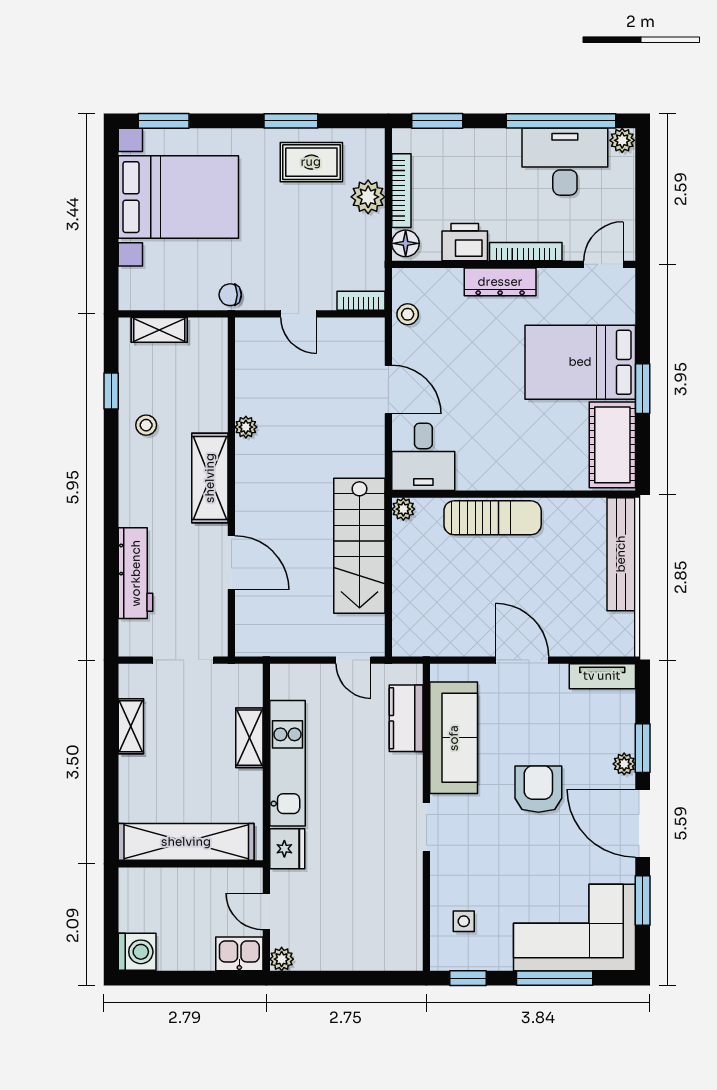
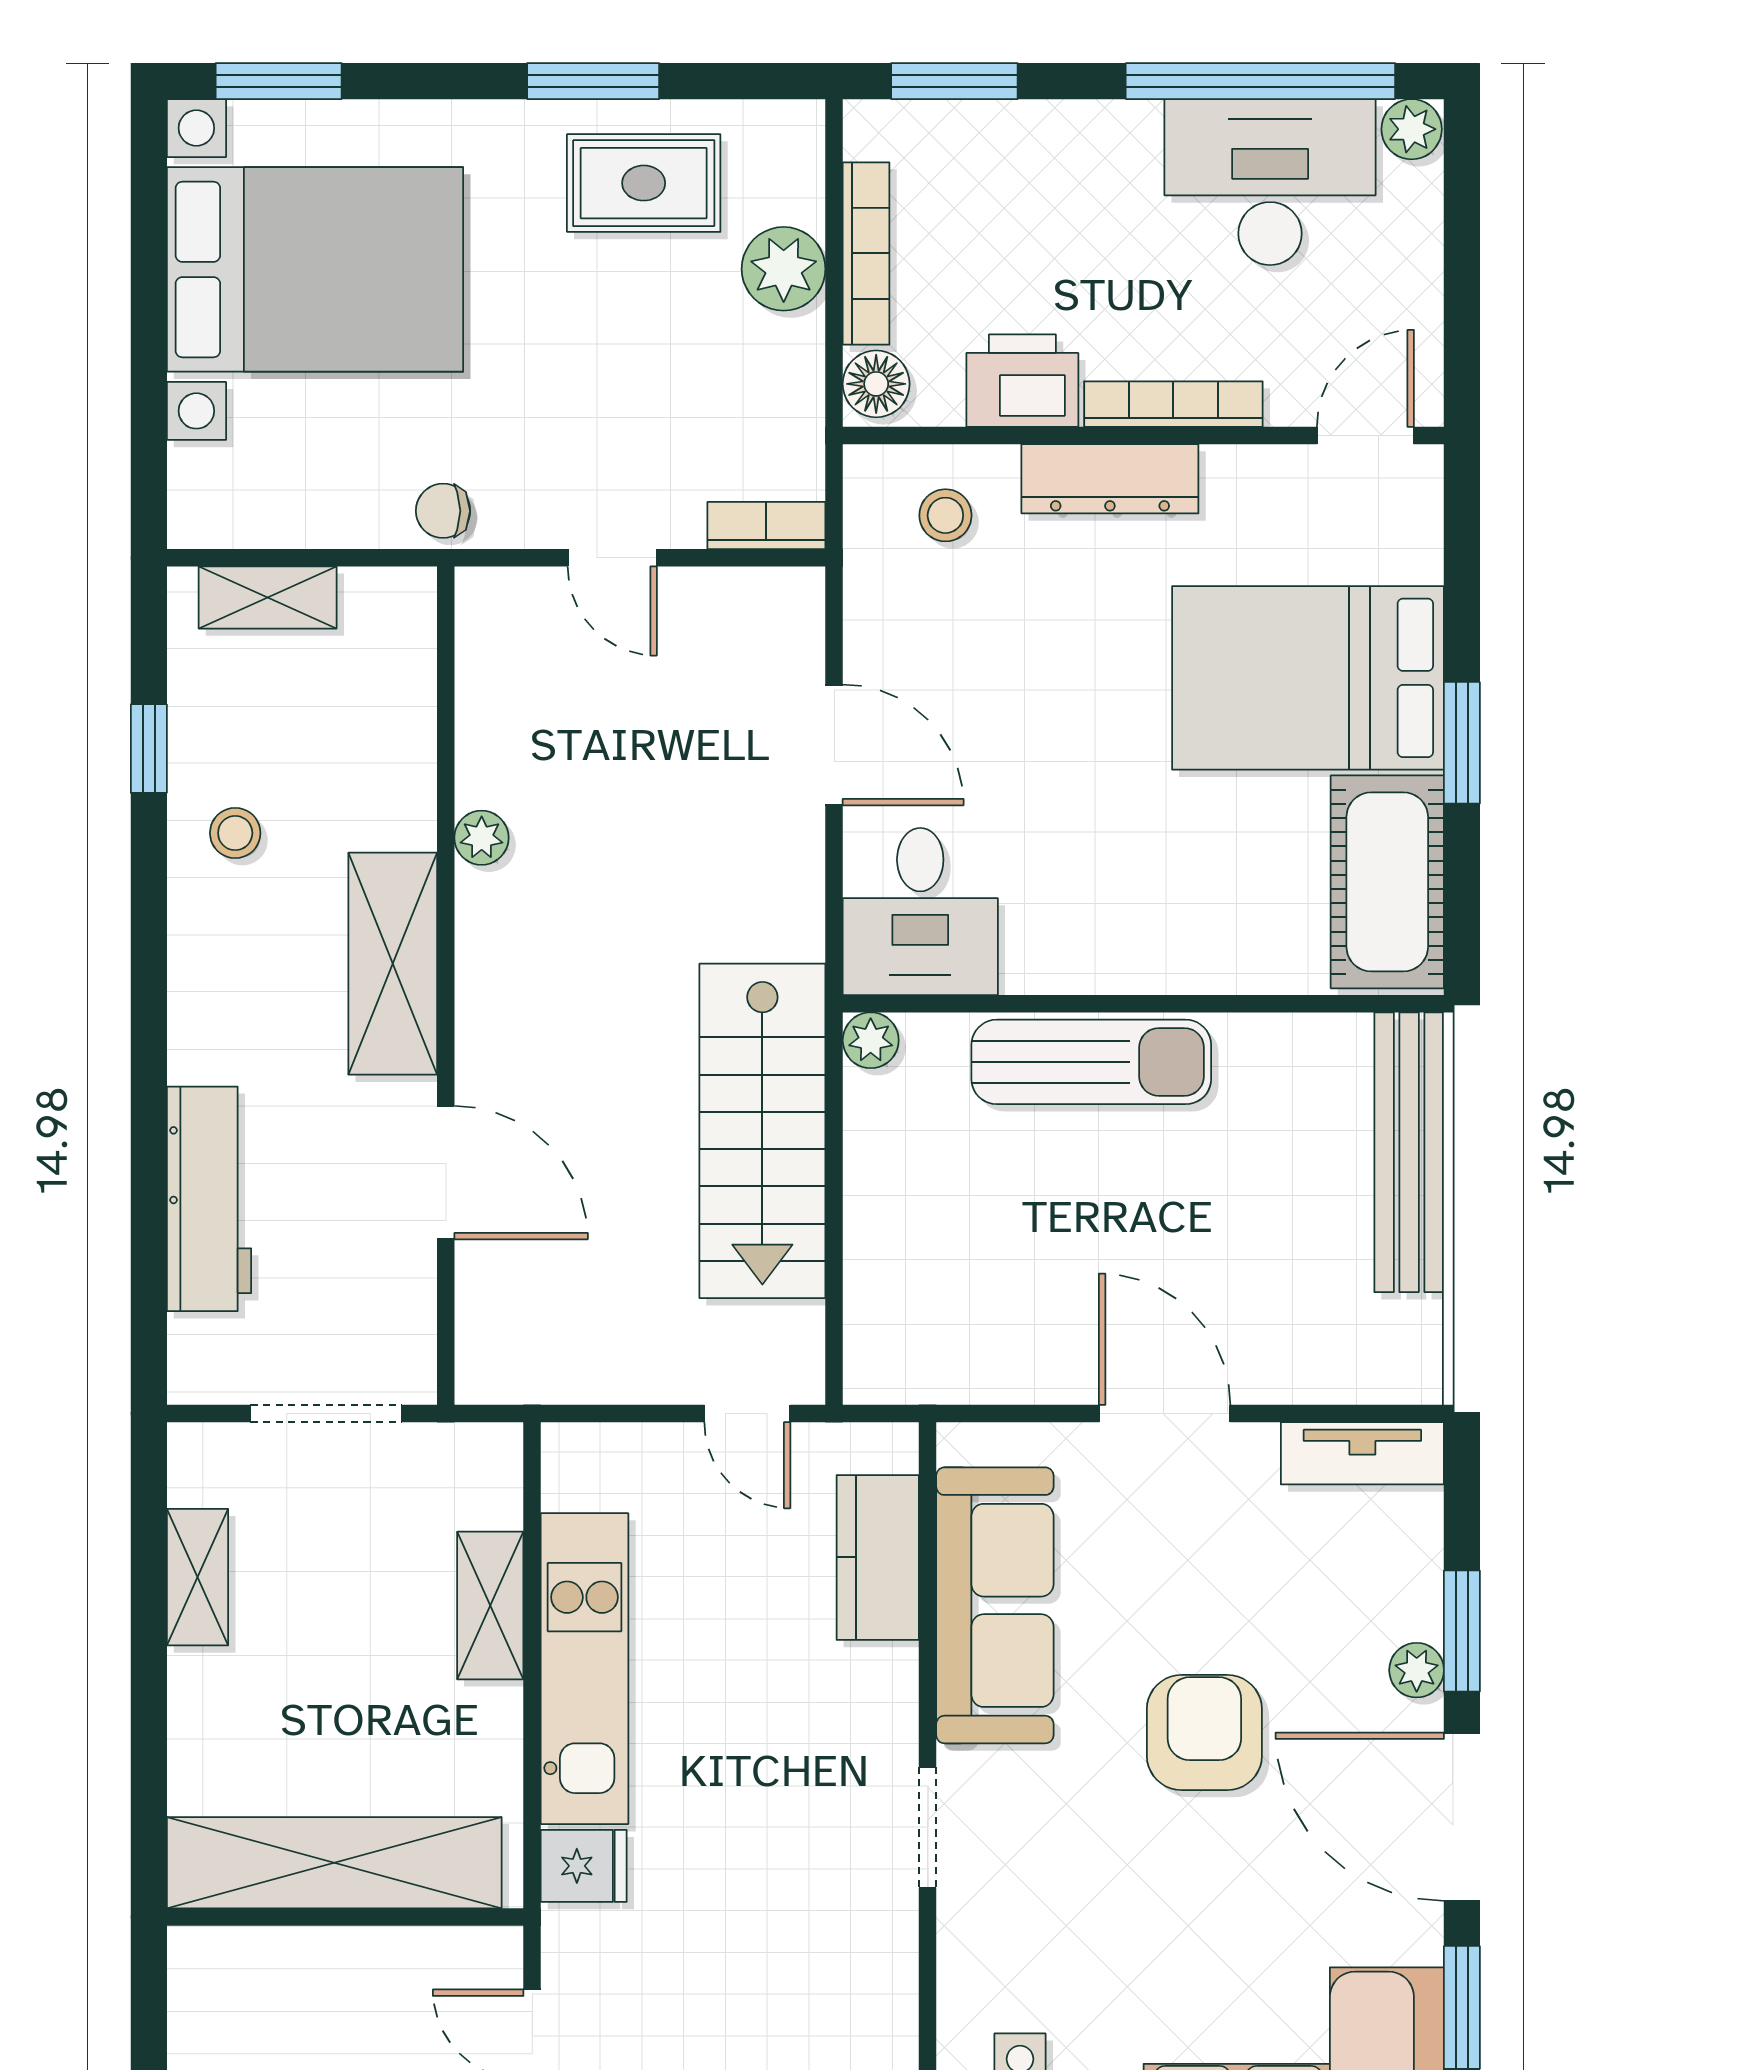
stool: (408, 314) -> (945, 515), moved
fridge: (287, 849) -> (584, 1866), width x0.72

